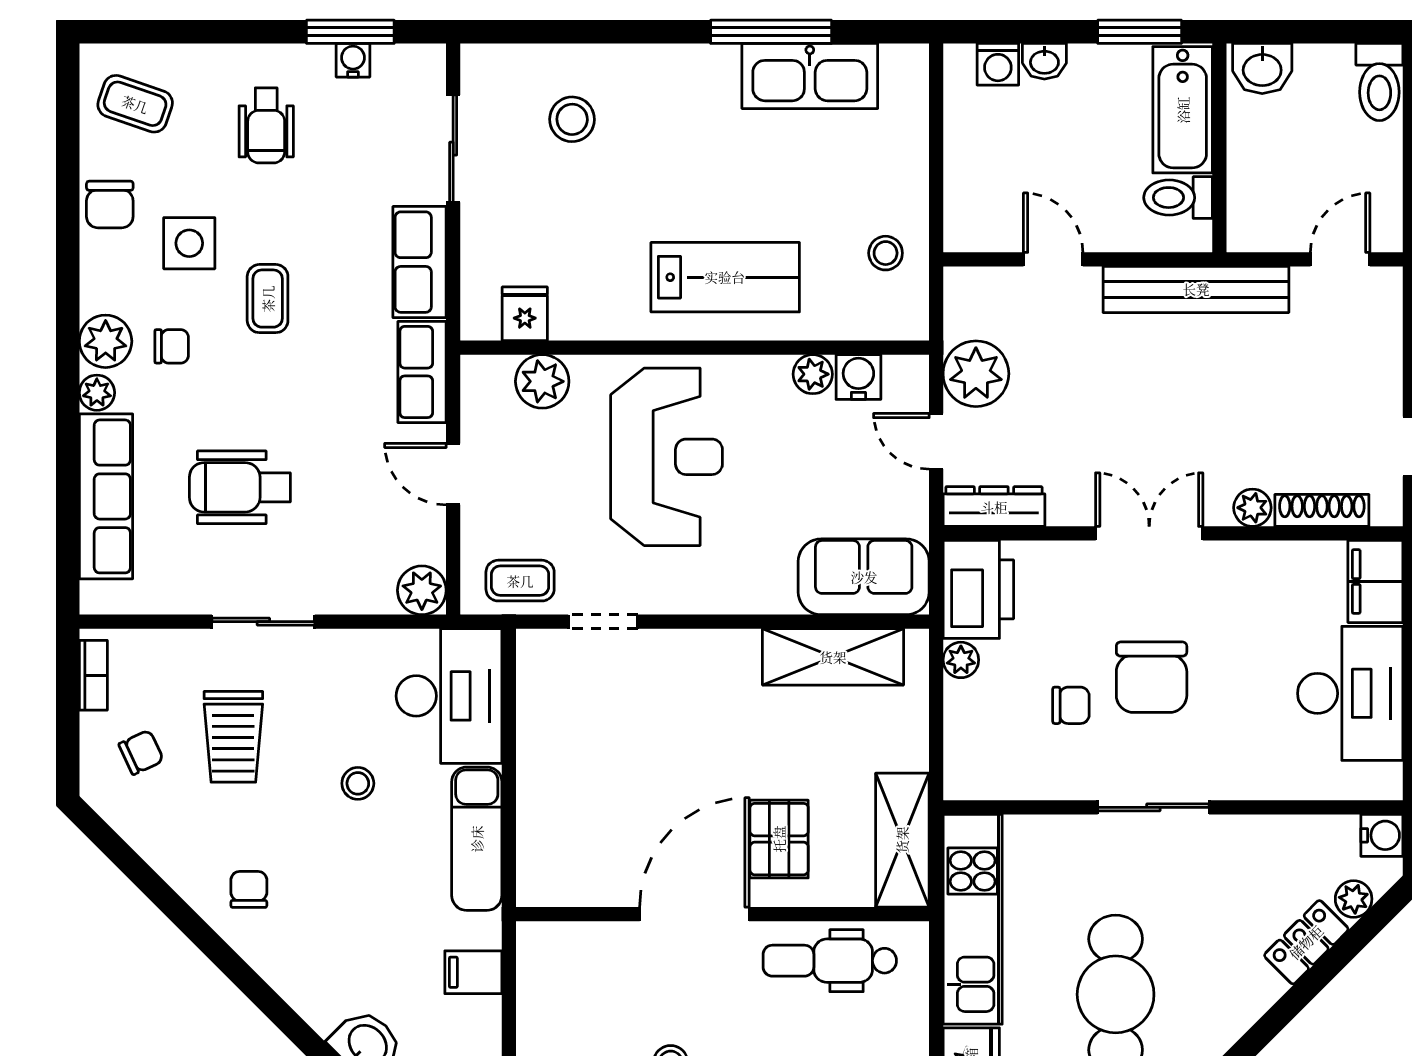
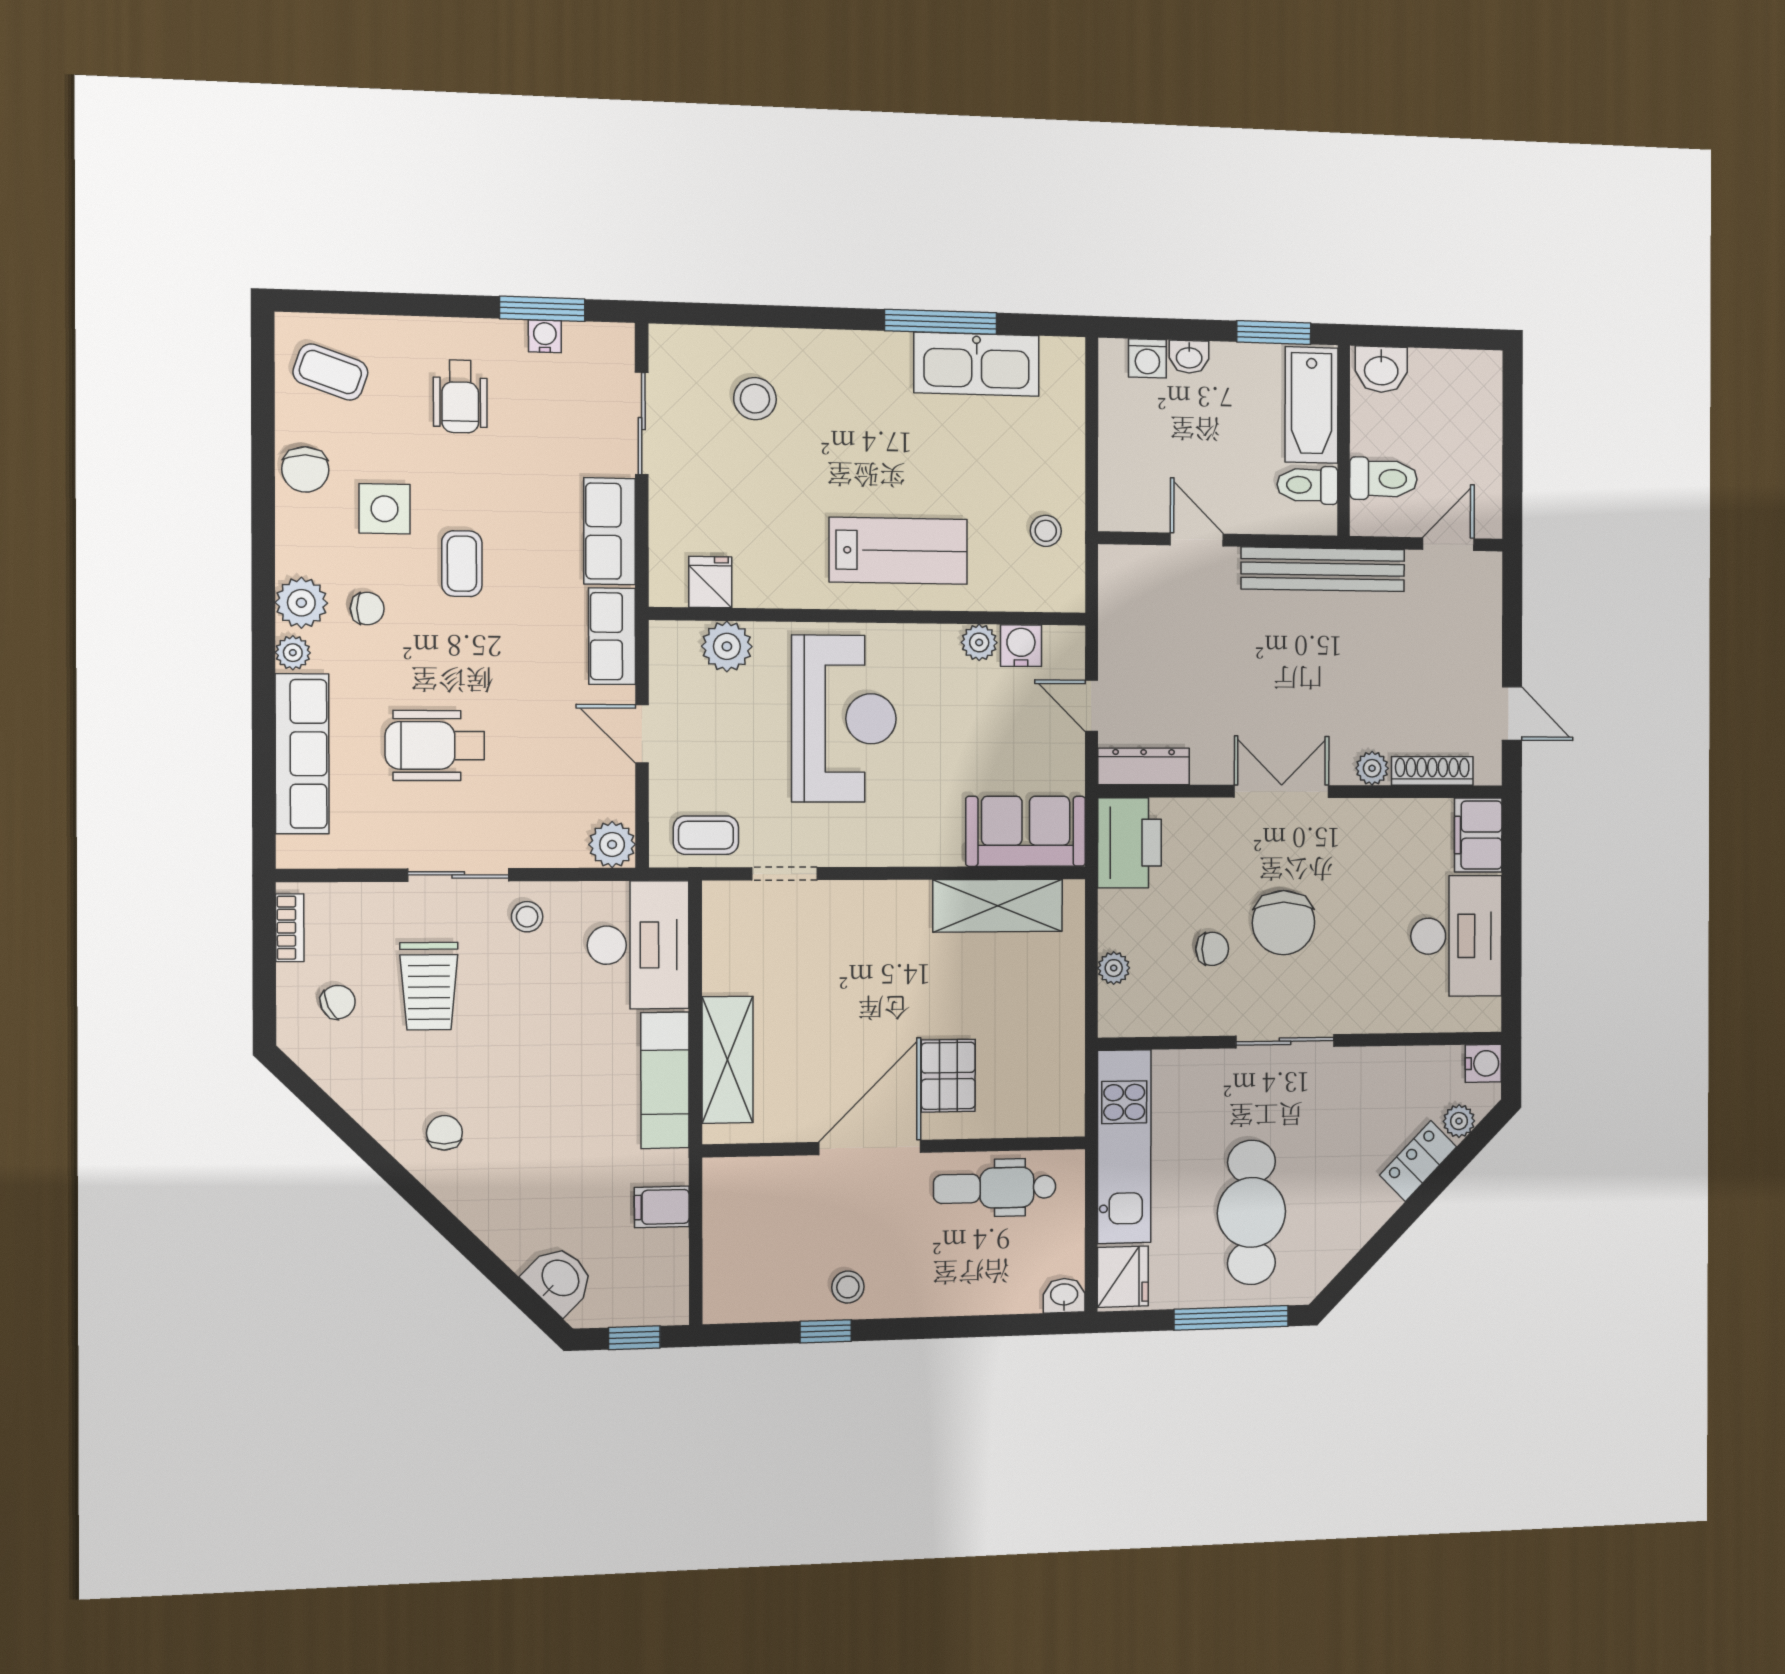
toilet: (1379, 82) -> (1383, 479), moved, turned -90
plant: (976, 374) -> (1127, 644), removed
plant: (961, 660) -> (1114, 968), moved
stool: (358, 783) -> (527, 917), moved
shelving: (902, 840) -> (728, 1060), moved

